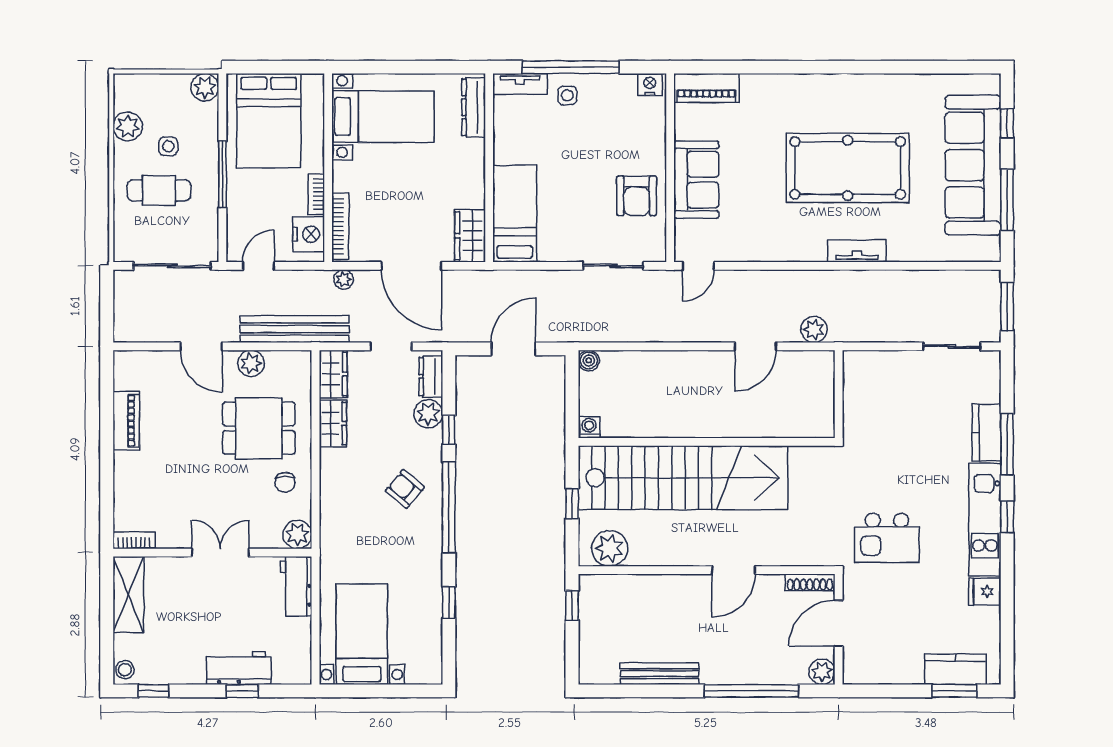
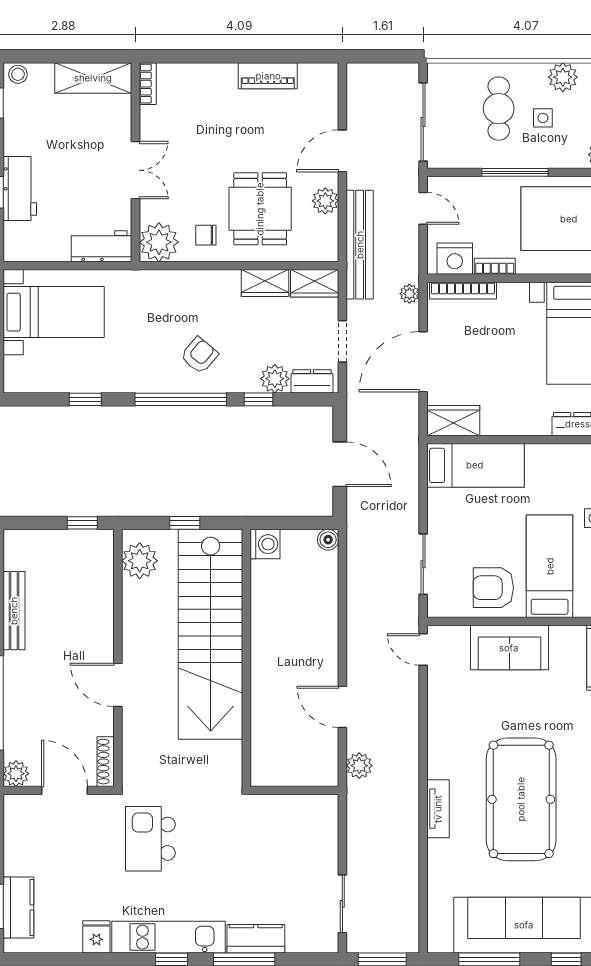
bed: (615, 140) -> (550, 566), added
washing machine: (589, 427) -> (265, 544), width x1.38, depth x1.38
plant: (297, 534) -> (159, 242), width x1.36, depth x1.36

